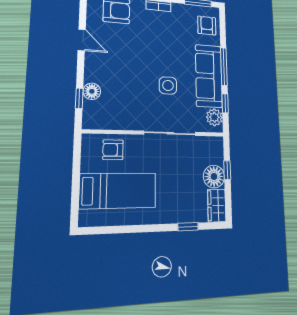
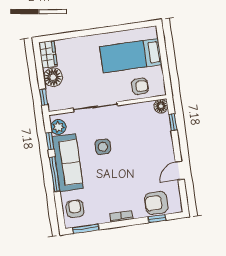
armchair: (207, 26) -> (75, 209), turned 180
door: (82, 40) -> (180, 170), hinge flipped
floor lamp: (92, 91) -> (161, 106), moved
window: (227, 170) -> (44, 97), moved
window: (188, 227) -> (71, 35), removed

